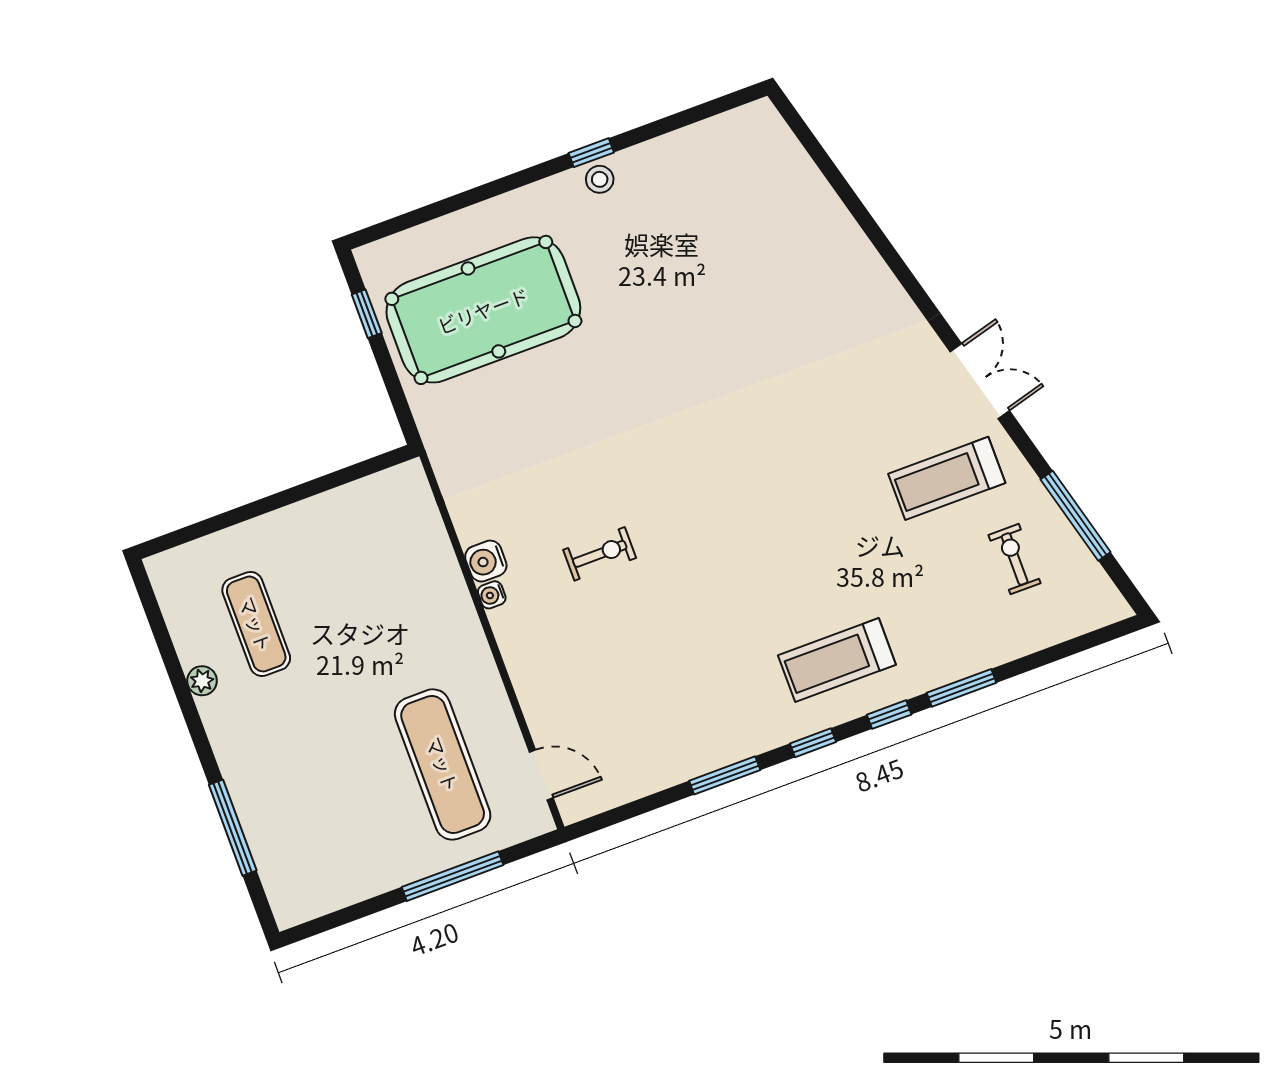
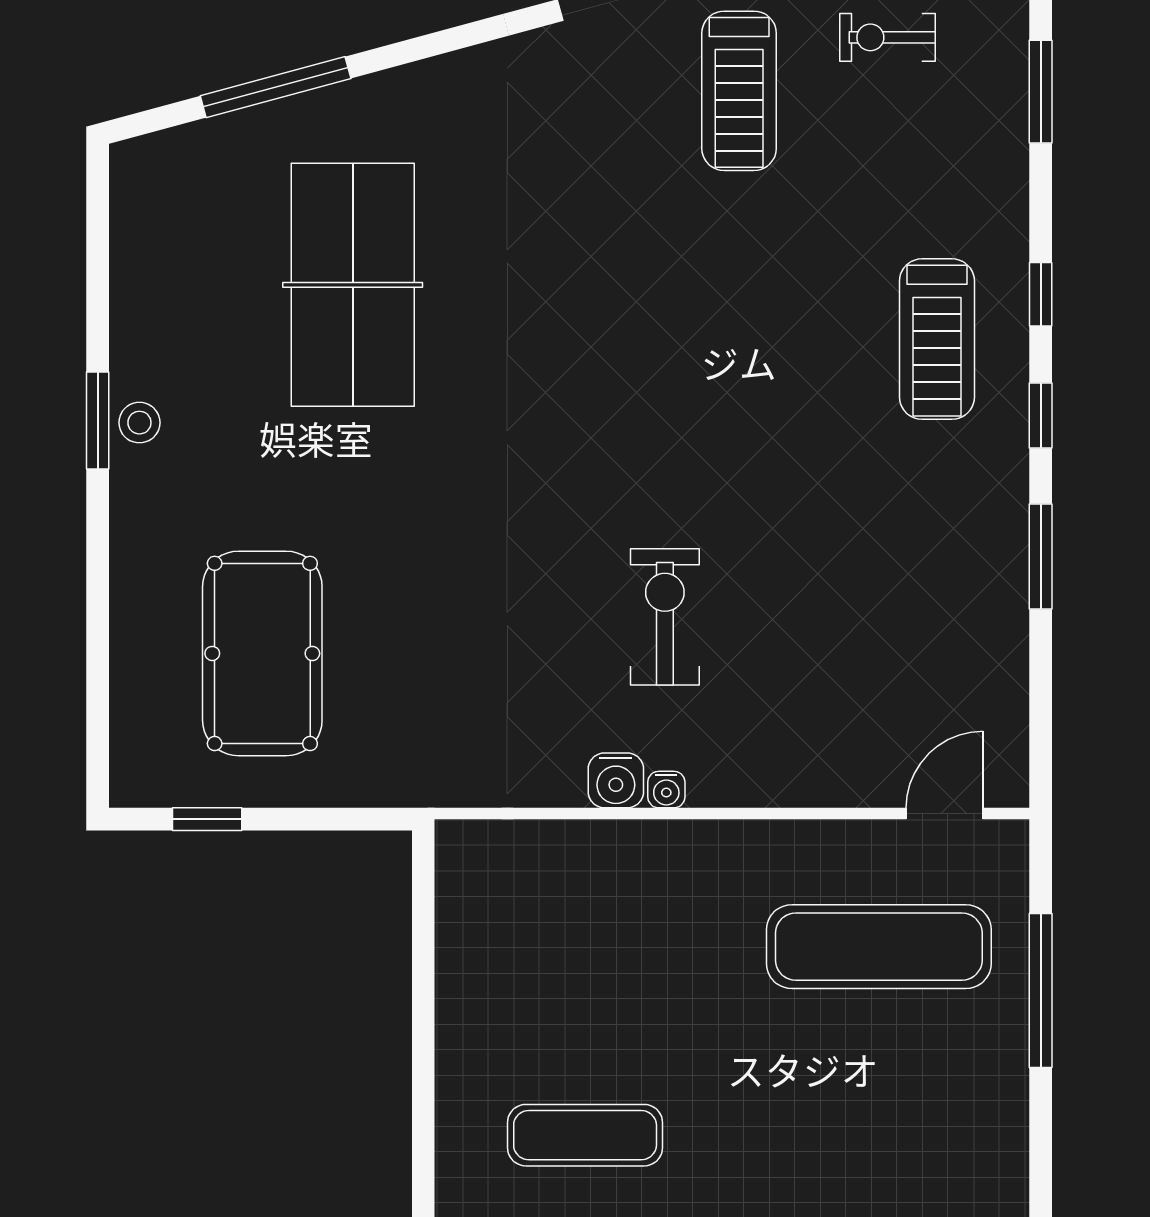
window: (591, 153) -> (98, 420), width x1.50
window: (842, 187) -> (276, 87), added
table tennis table: (735, 281) -> (353, 285), added
pool table: (483, 310) -> (262, 653), width x0.73, depth x0.76
exercise bike: (600, 554) -> (665, 617), width x1.38, depth x1.39
window: (962, 688) -> (1041, 92), moved

